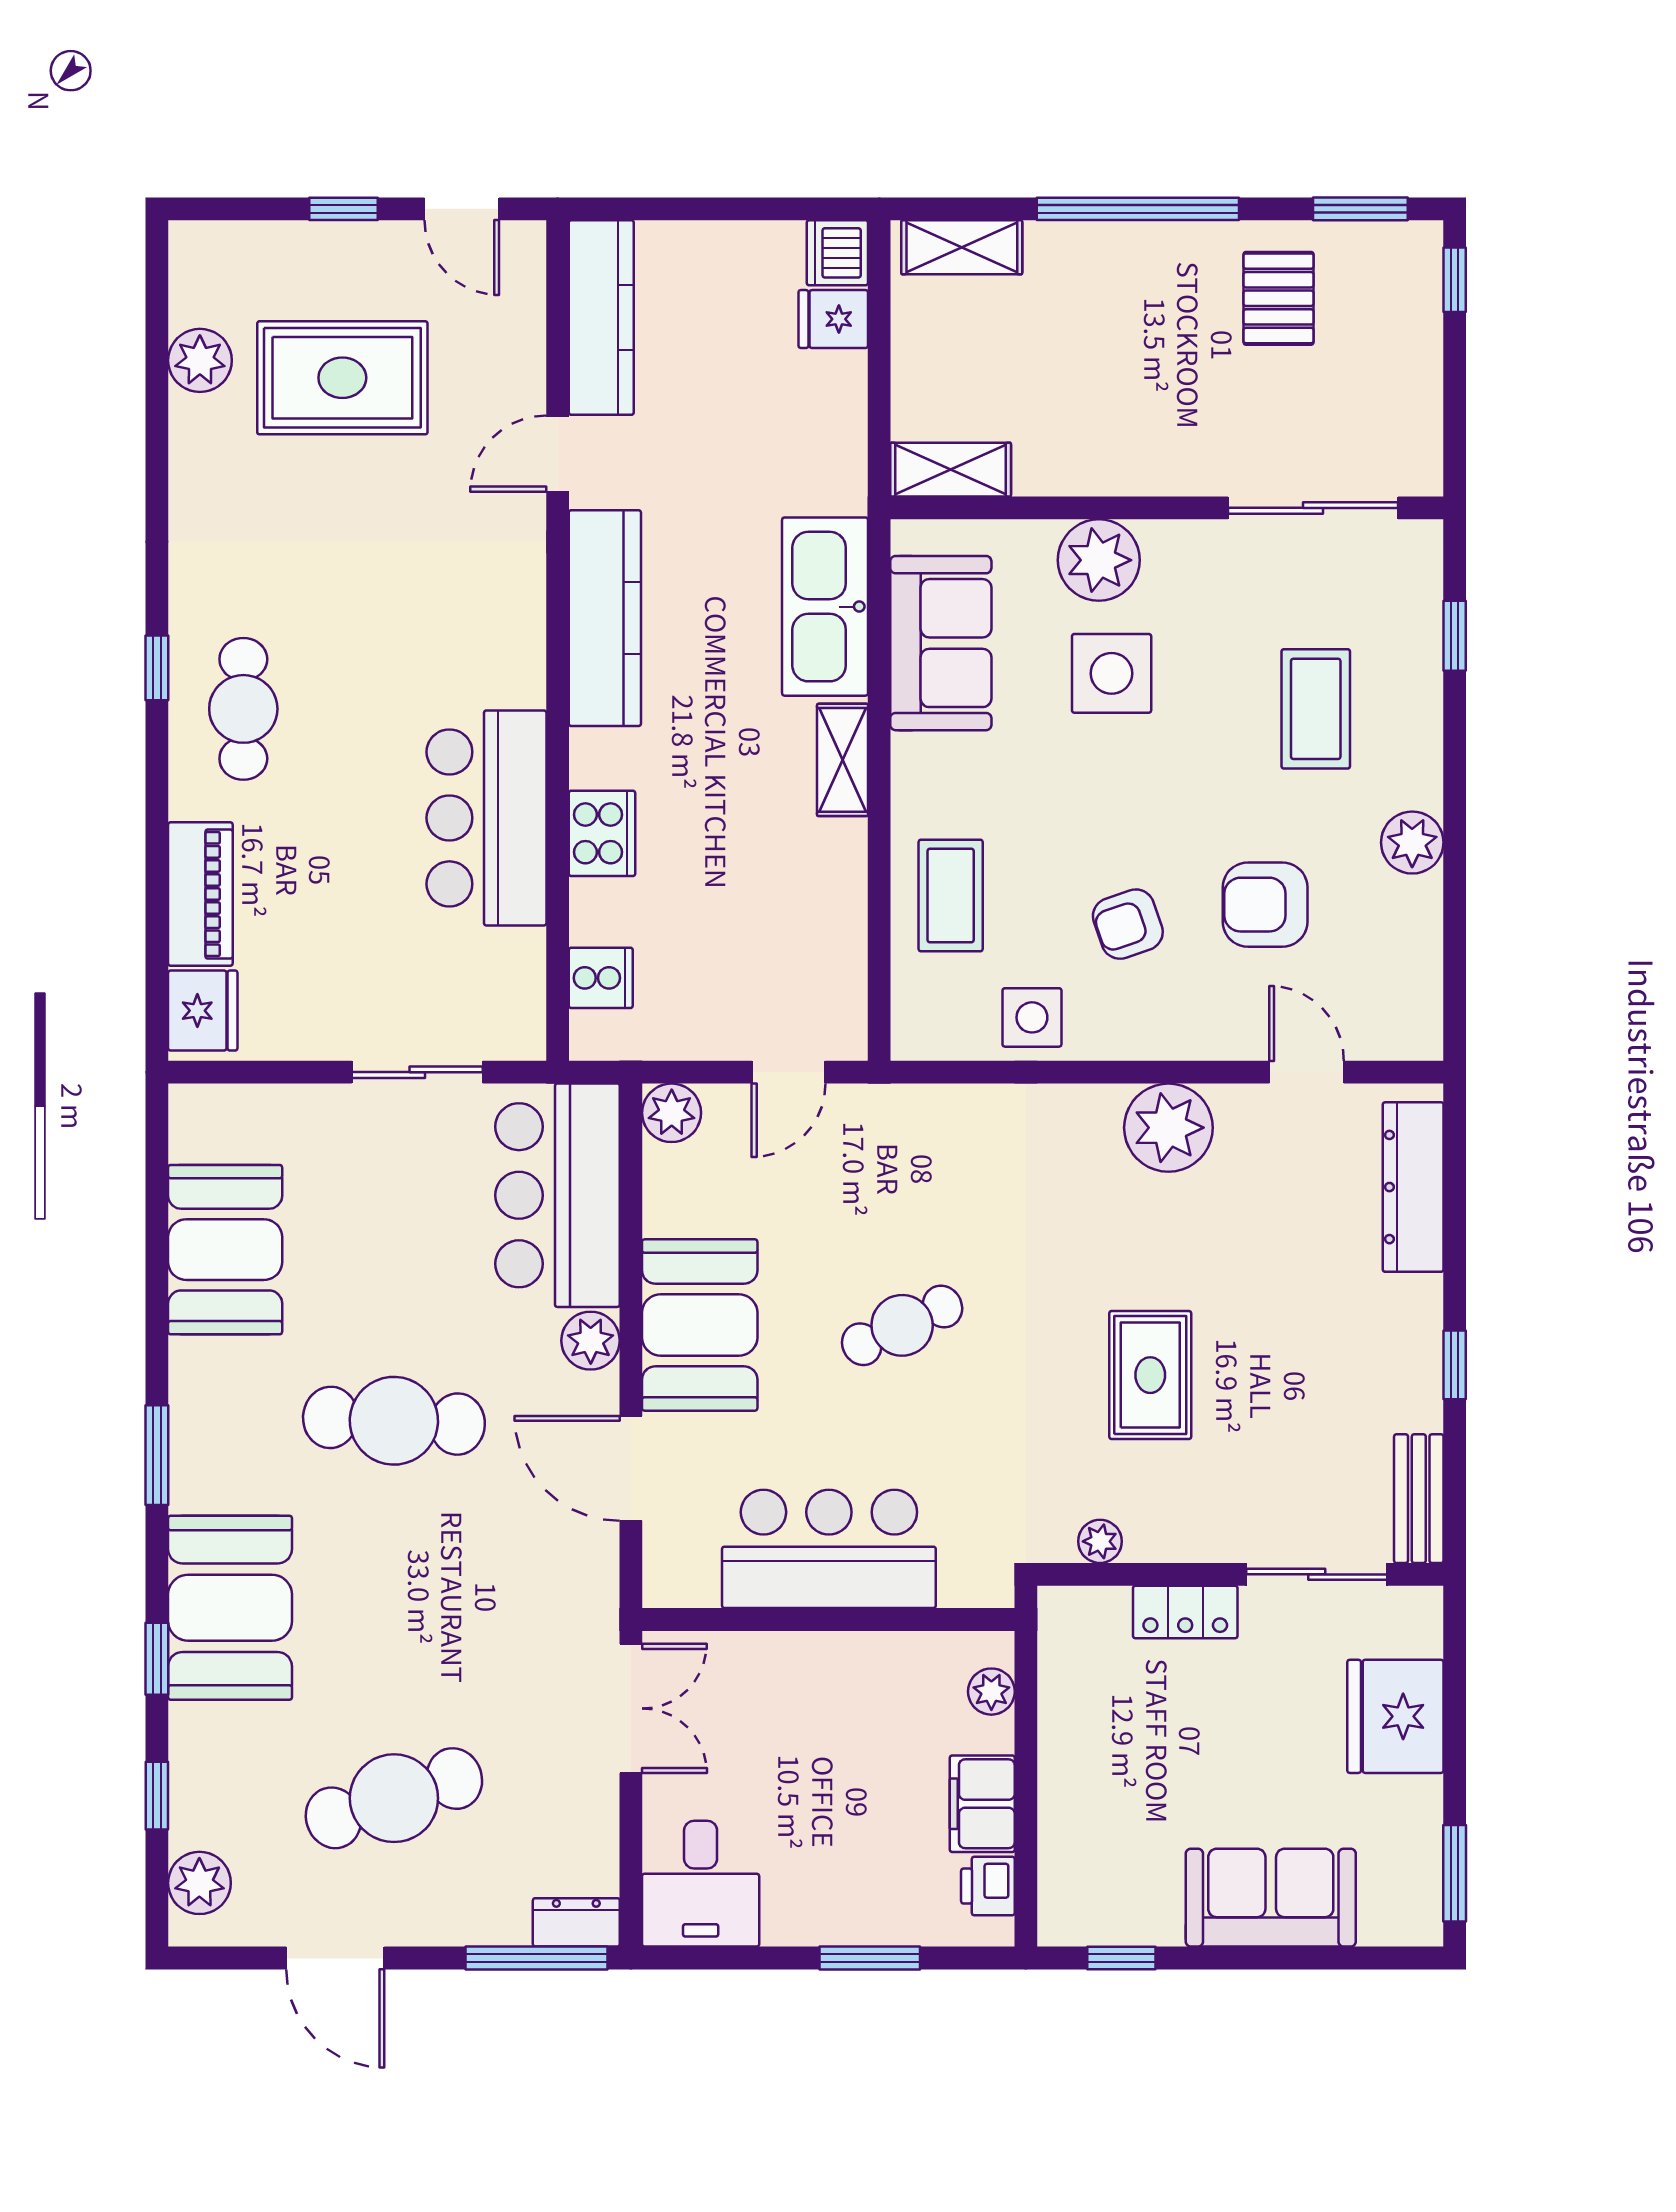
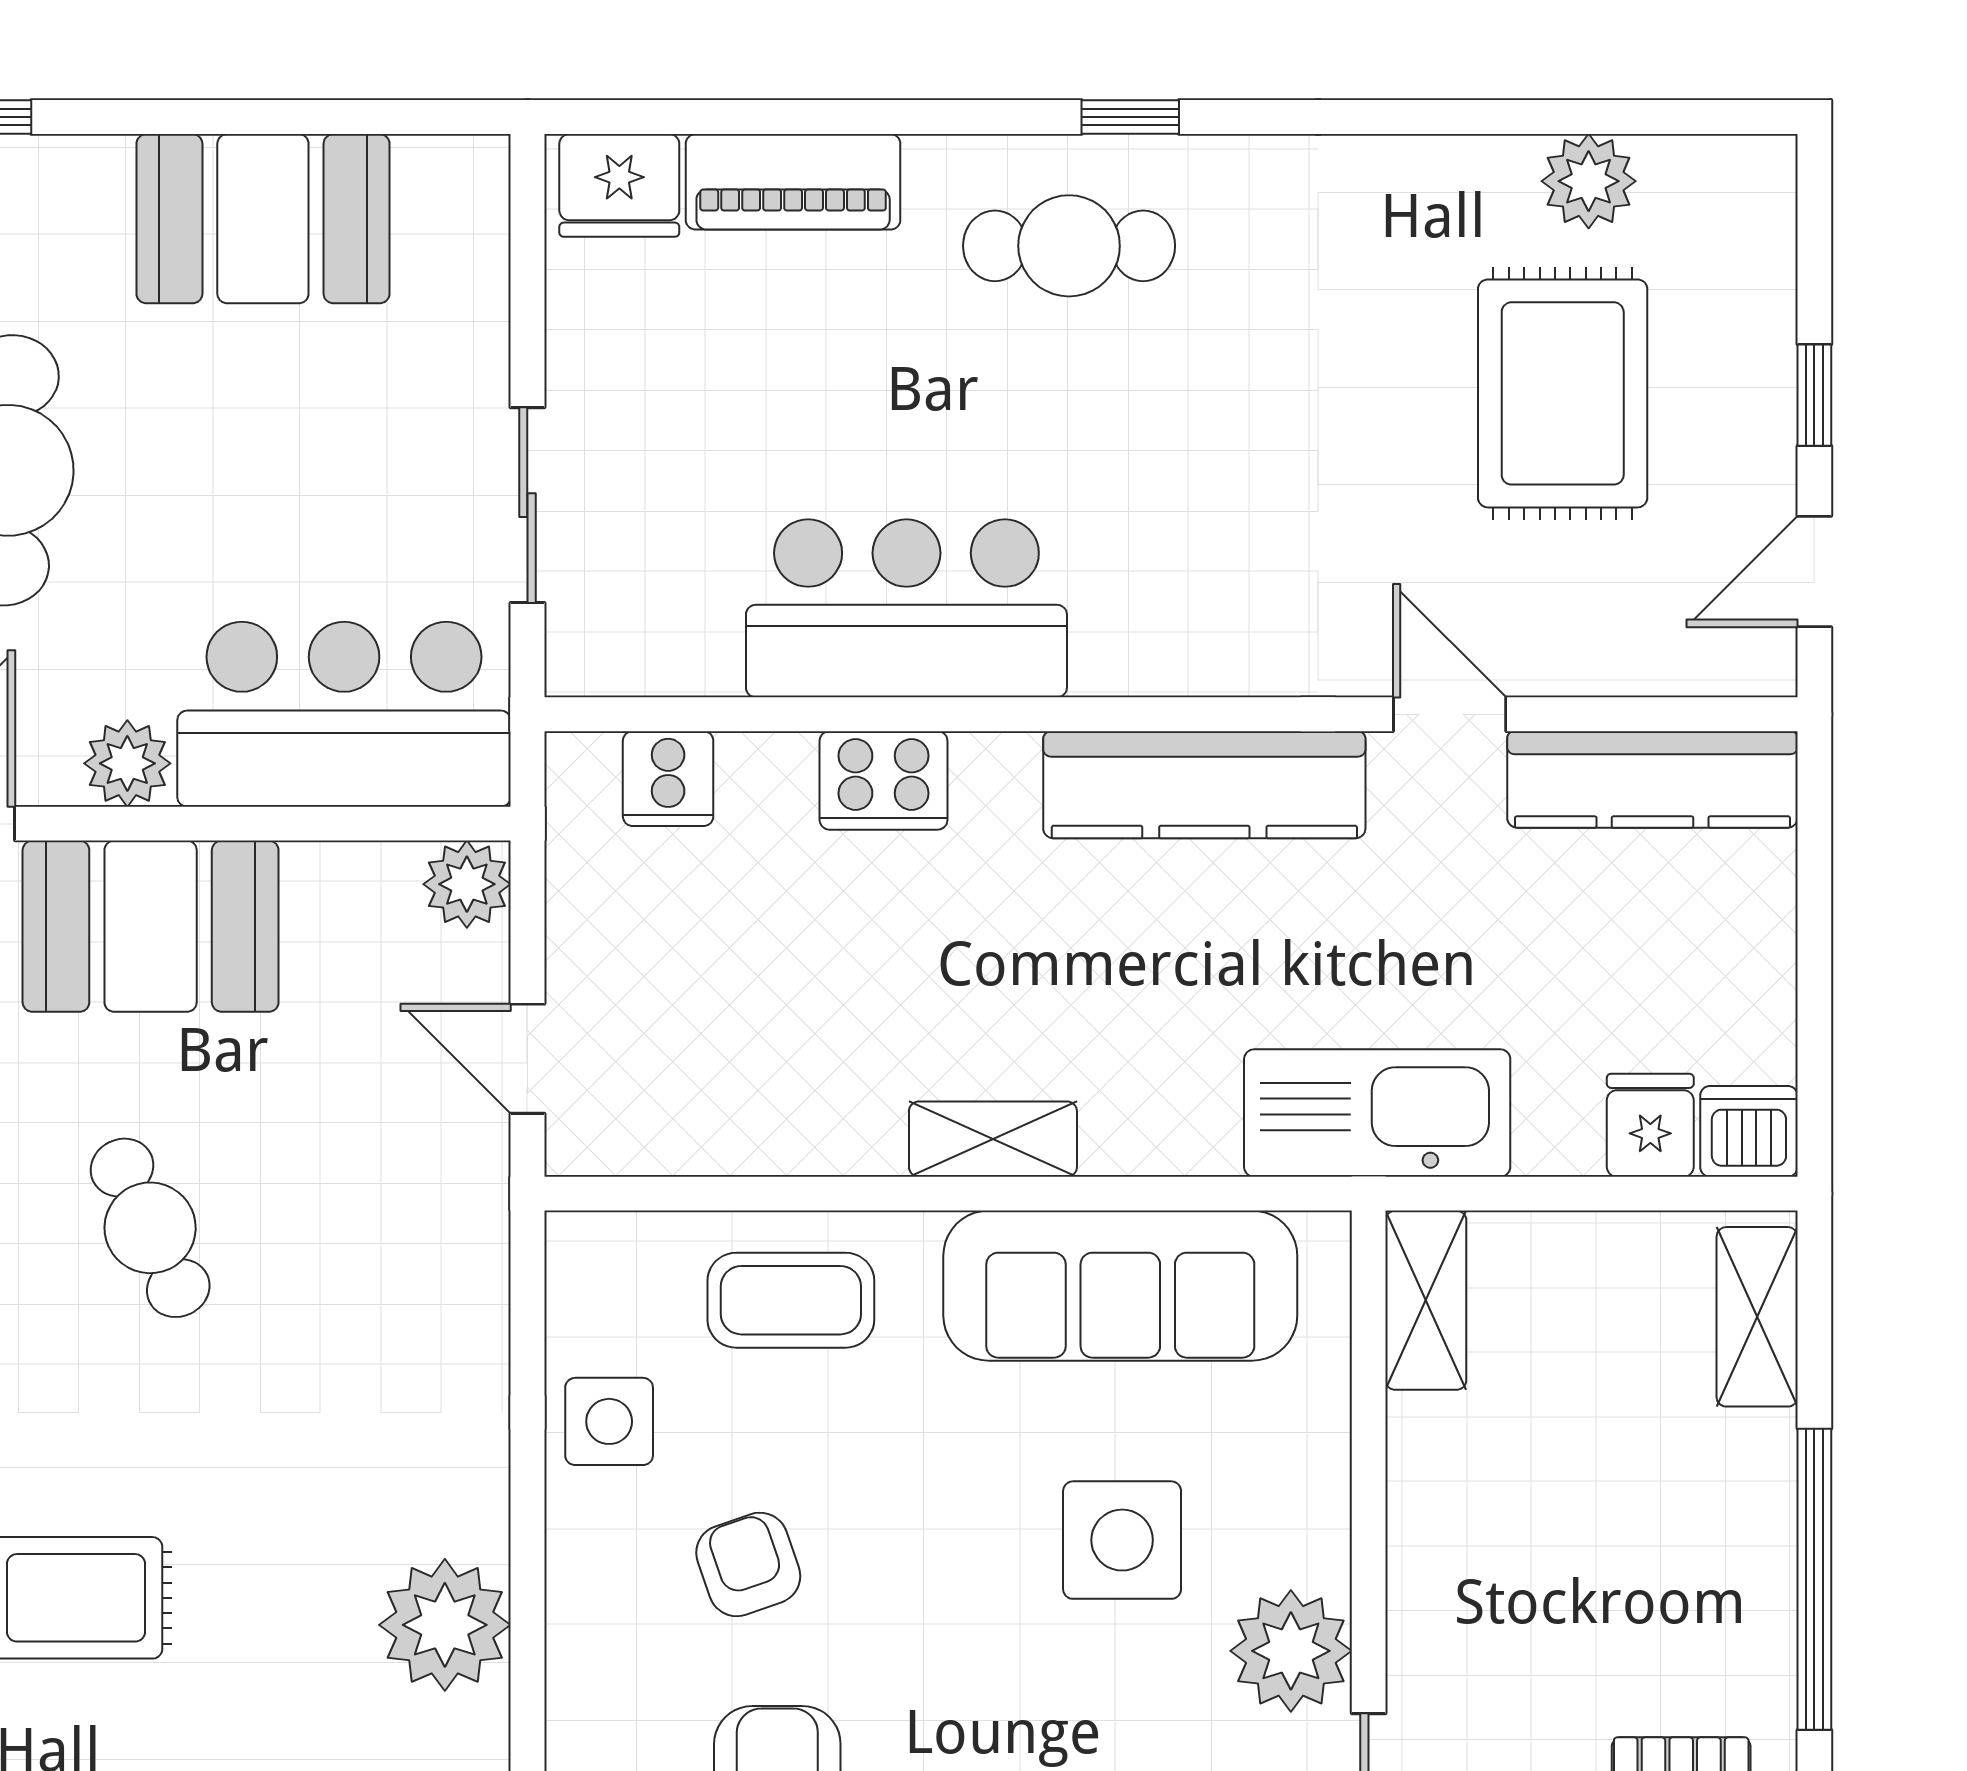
plant: (1099, 560) -> (1291, 1651), moved
kitchen sink: (825, 607) -> (1377, 1113), moved
sofa: (941, 643) -> (1120, 1286), width x1.36

